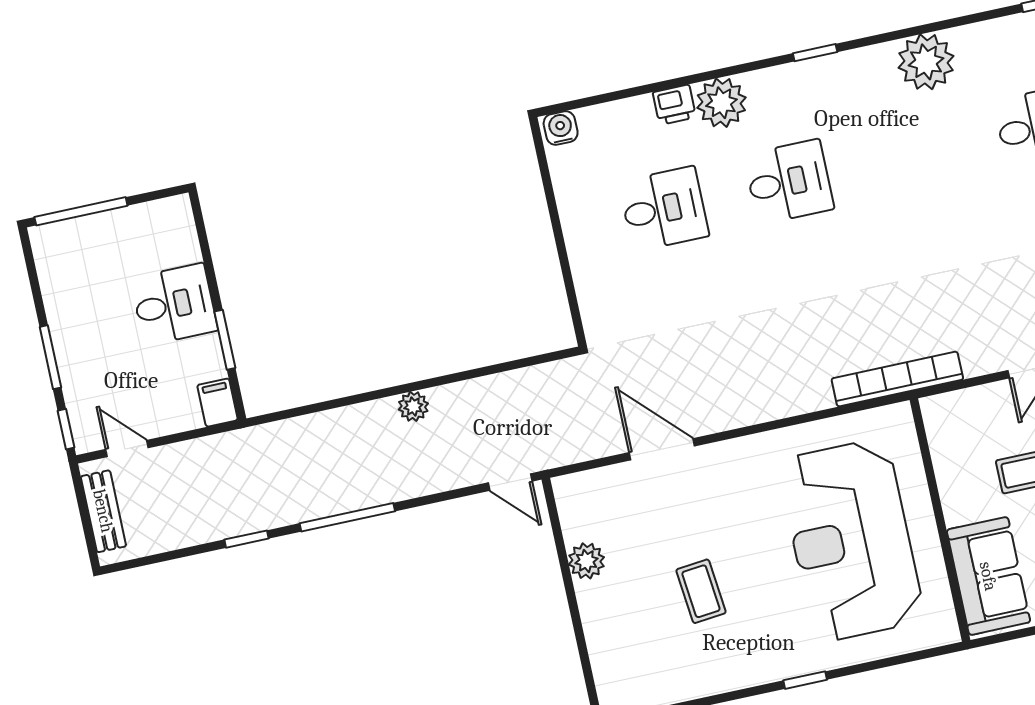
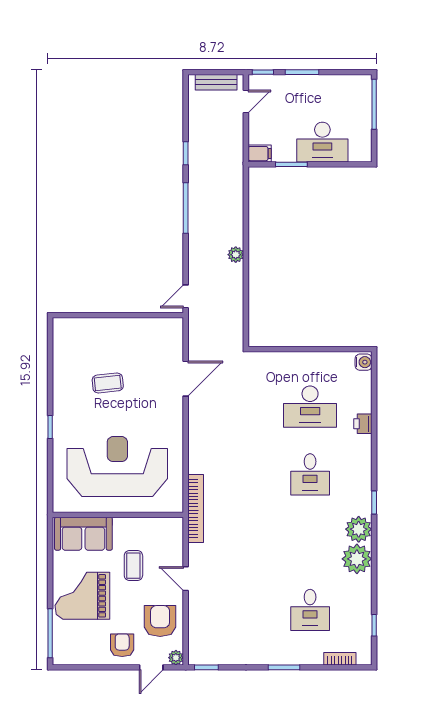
plant: (721, 103) -> (359, 529), moved
desk: (664, 209) -> (310, 407), width x1.37
desk: (174, 304) -> (322, 142), width x1.37
plant: (586, 561) -> (136, 327), removed

